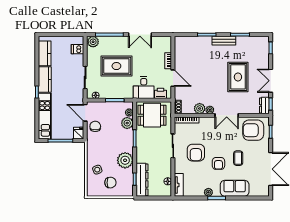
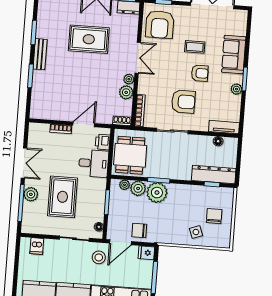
plant: (93, 42) -> (31, 194), moved
stool: (72, 97) -> (99, 257), added
plant: (125, 160) -> (157, 193), moved

